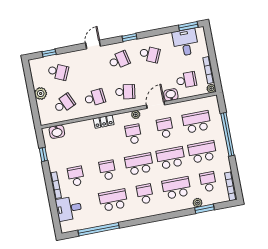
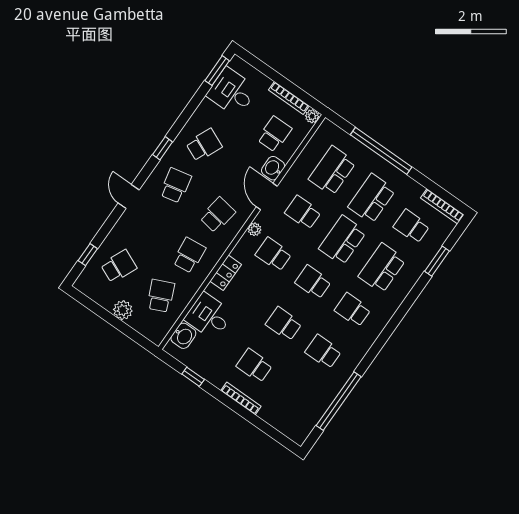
school desk: (139, 164) -> (313, 282), width x0.54
school desk: (113, 200) -> (323, 352), width x0.54
plant: (198, 203) -> (422, 262), removed
desk: (69, 208) -> (209, 316), moved, turned 90

